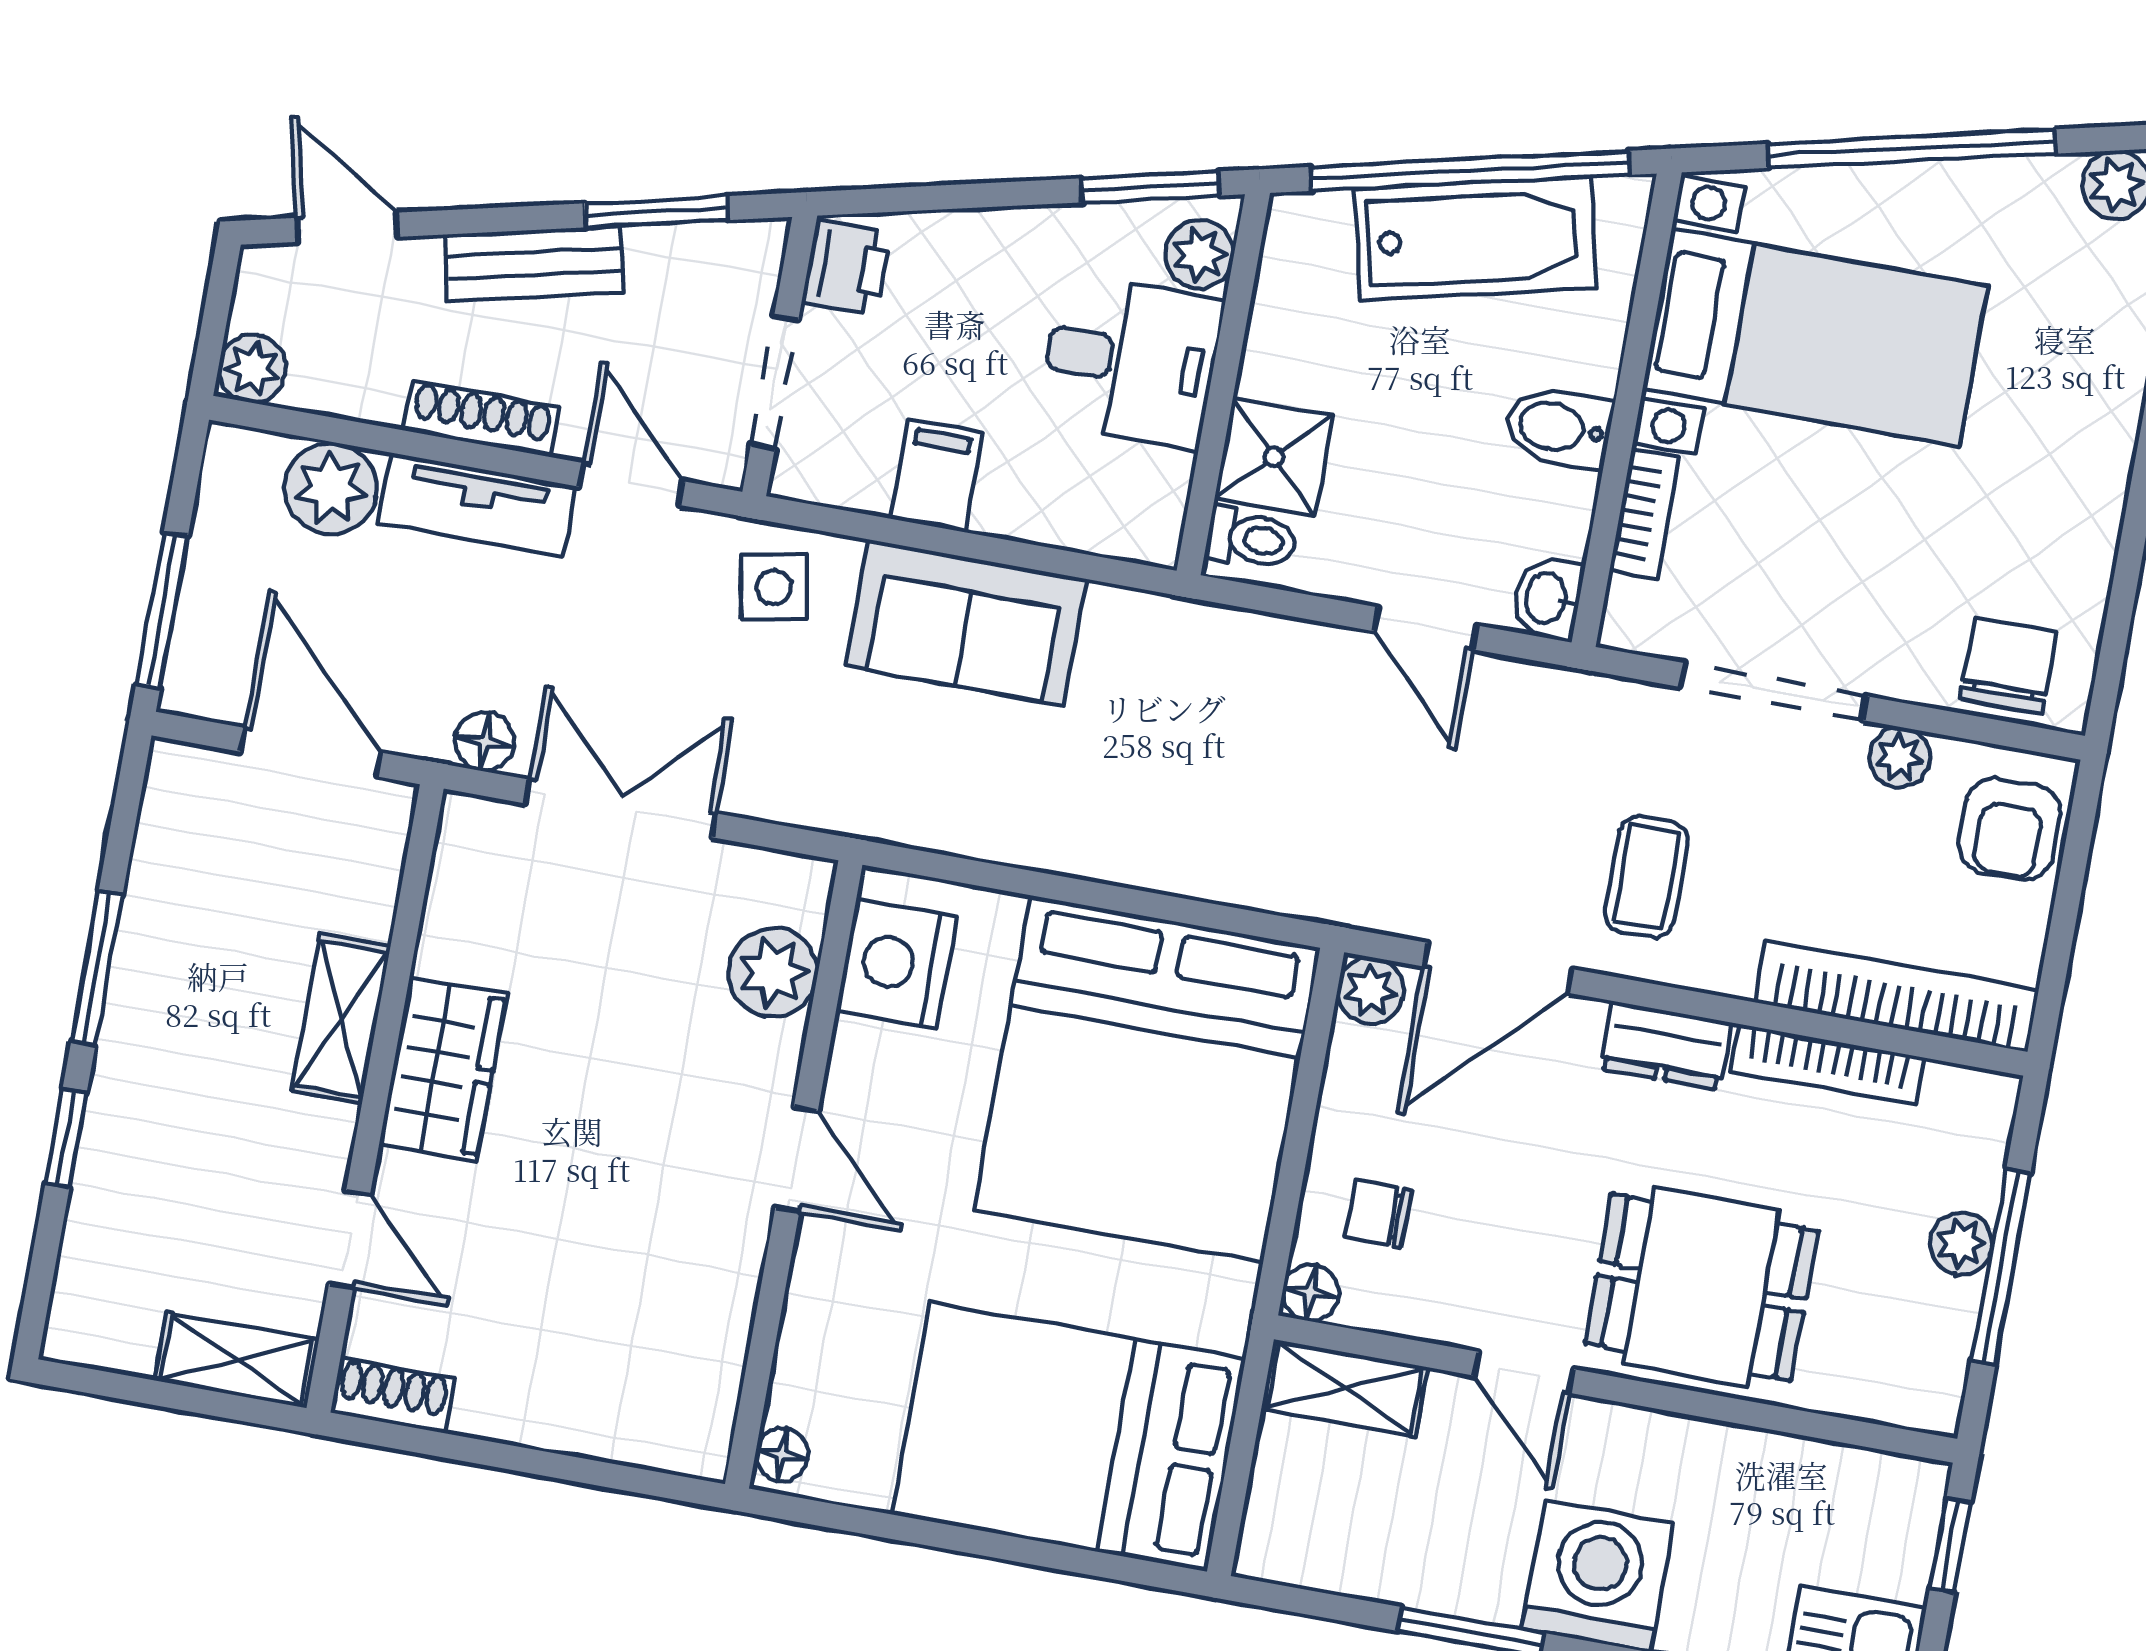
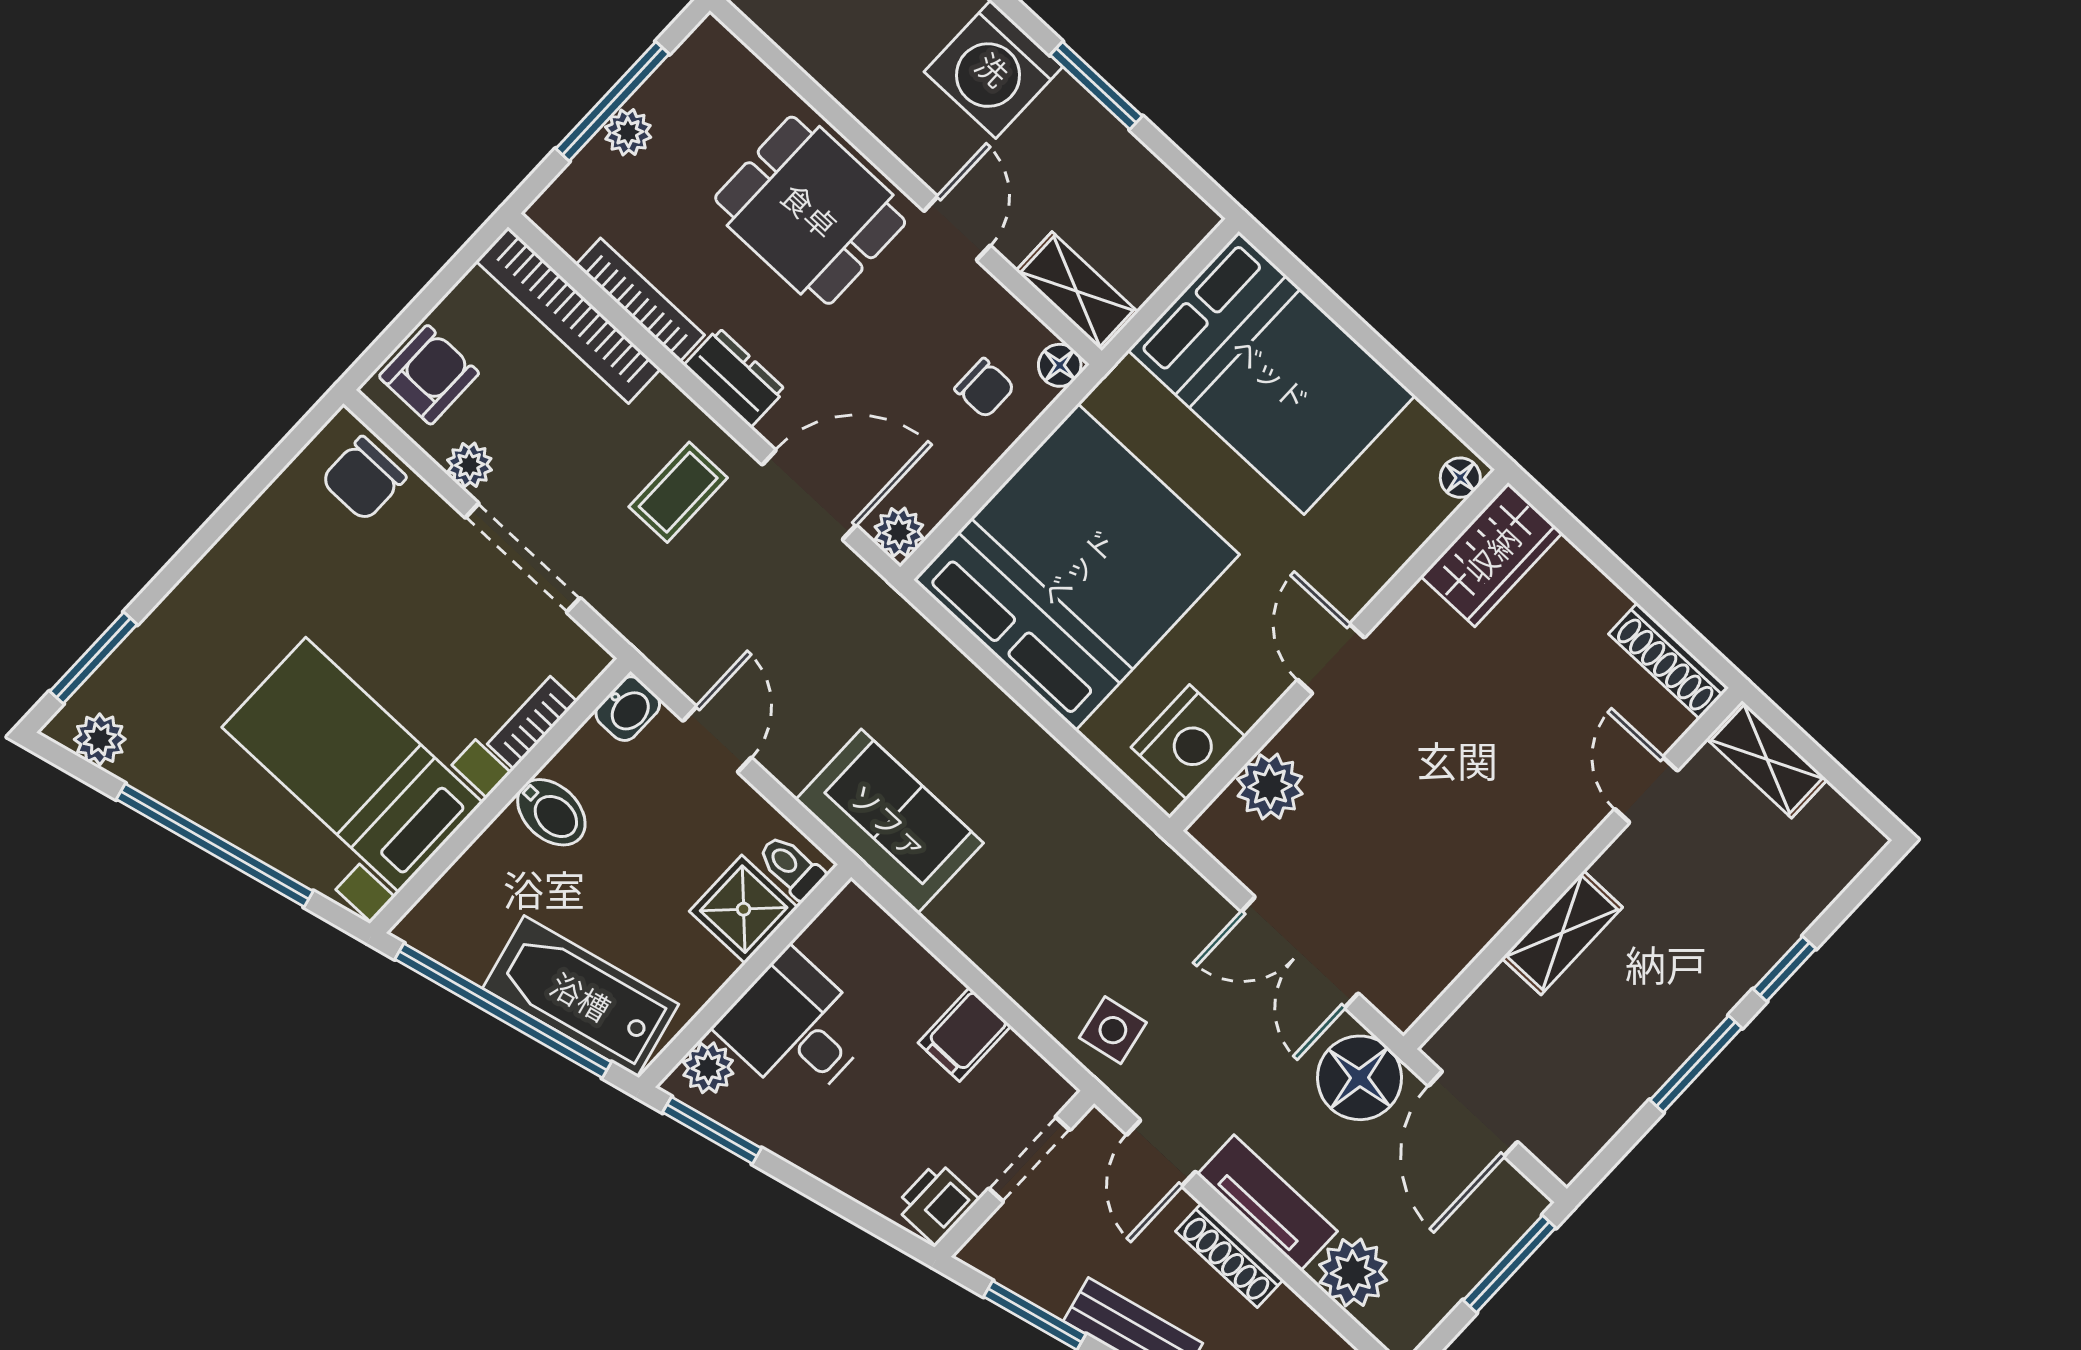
bathtub: (1475, 239) -> (581, 996), moved
sofa: (966, 622) -> (889, 821), moved
floor lamp: (485, 741) -> (1359, 1078), width x1.89, depth x1.89
wardrobe: (443, 1069) -> (1492, 554), moved, turned 180
shoe rack: (393, 1395) -> (1669, 661), width x1.43

